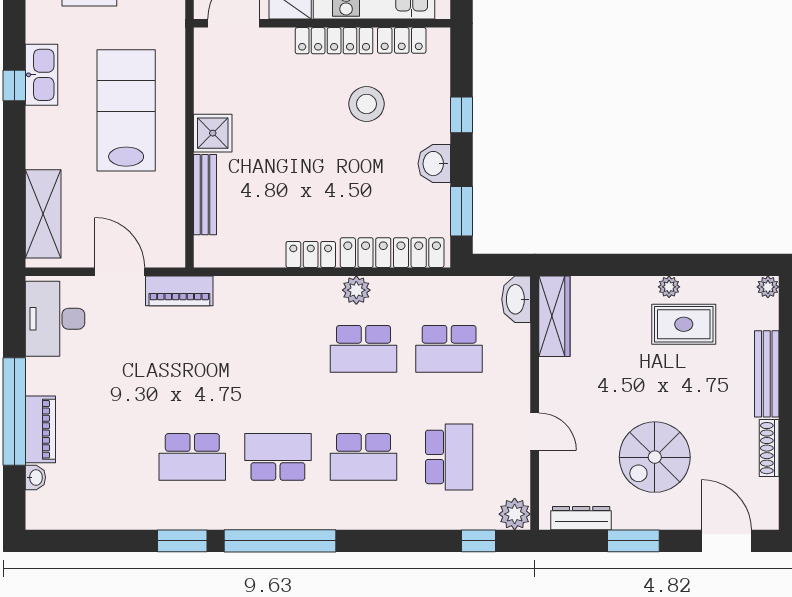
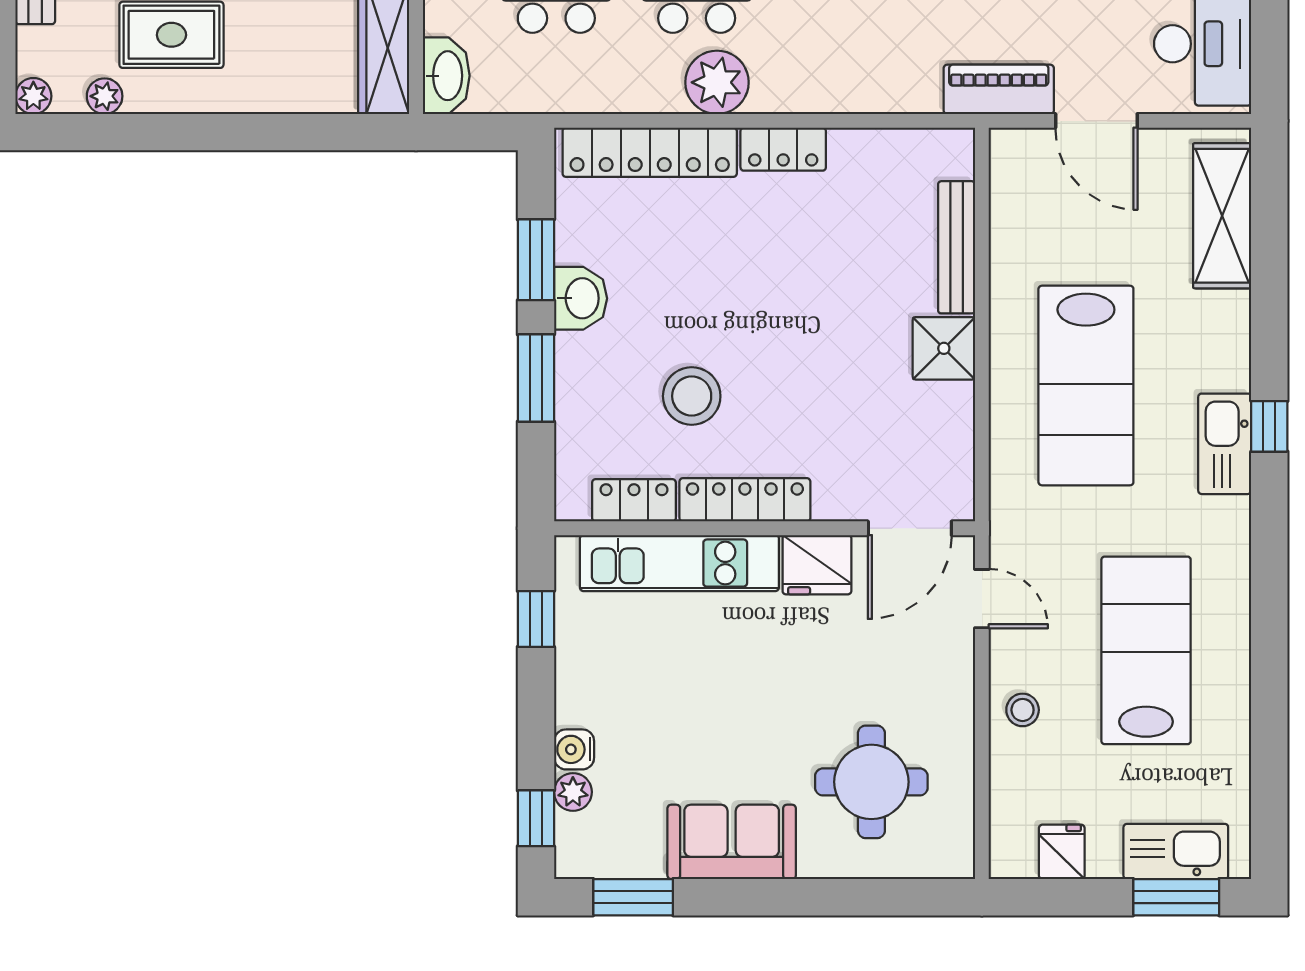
window: (461, 115) -> (536, 378), width x1.50
window: (461, 211) -> (536, 260), moved
plant: (669, 287) -> (105, 96), moved
plant: (356, 290) -> (717, 82), width x1.36, depth x1.36

